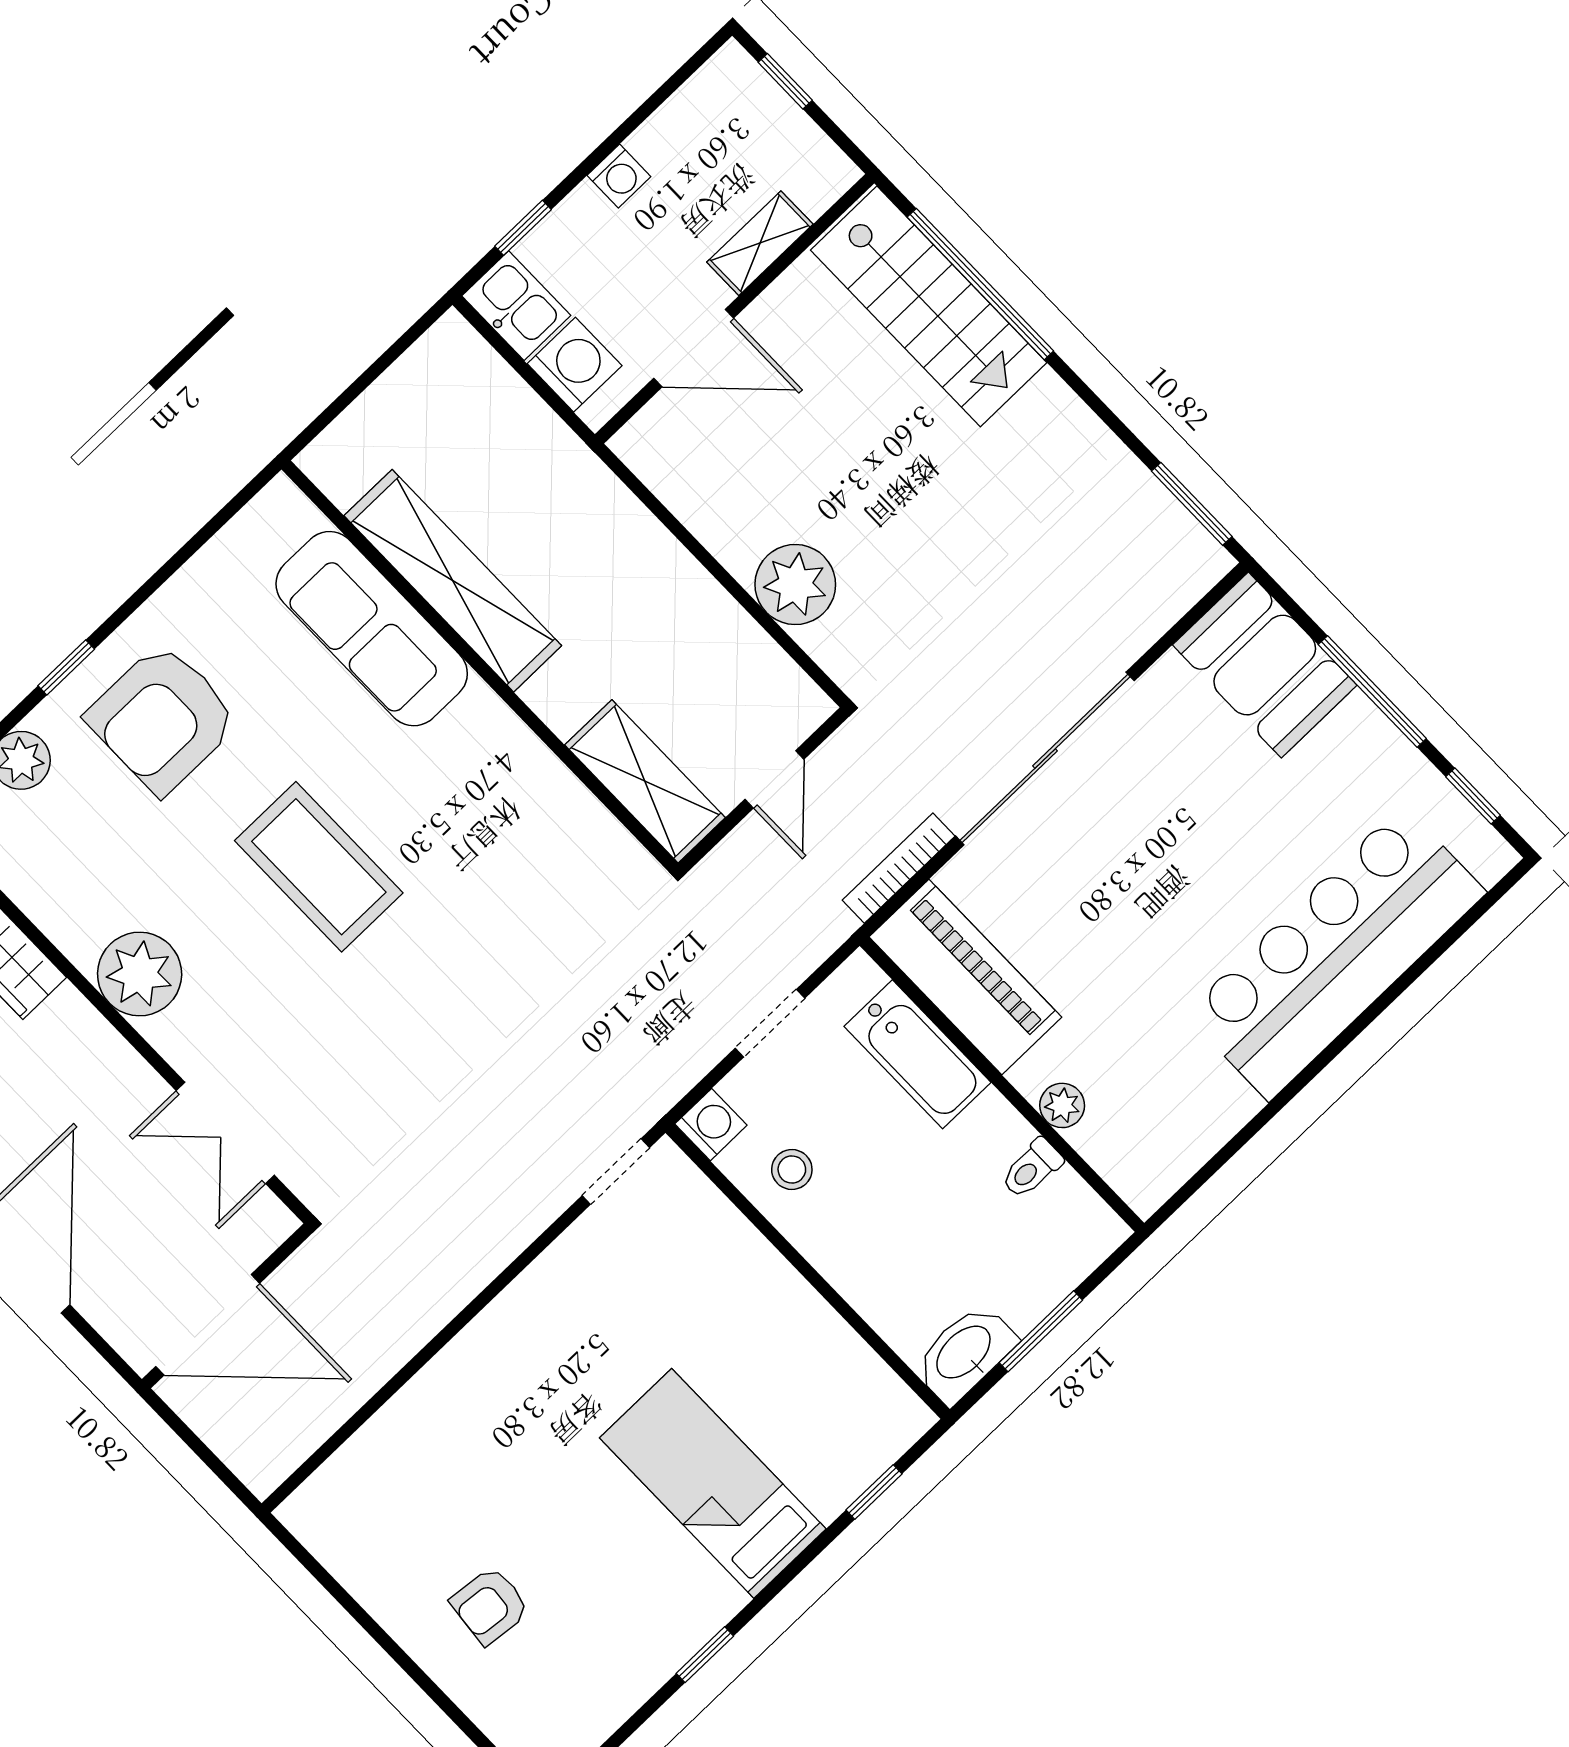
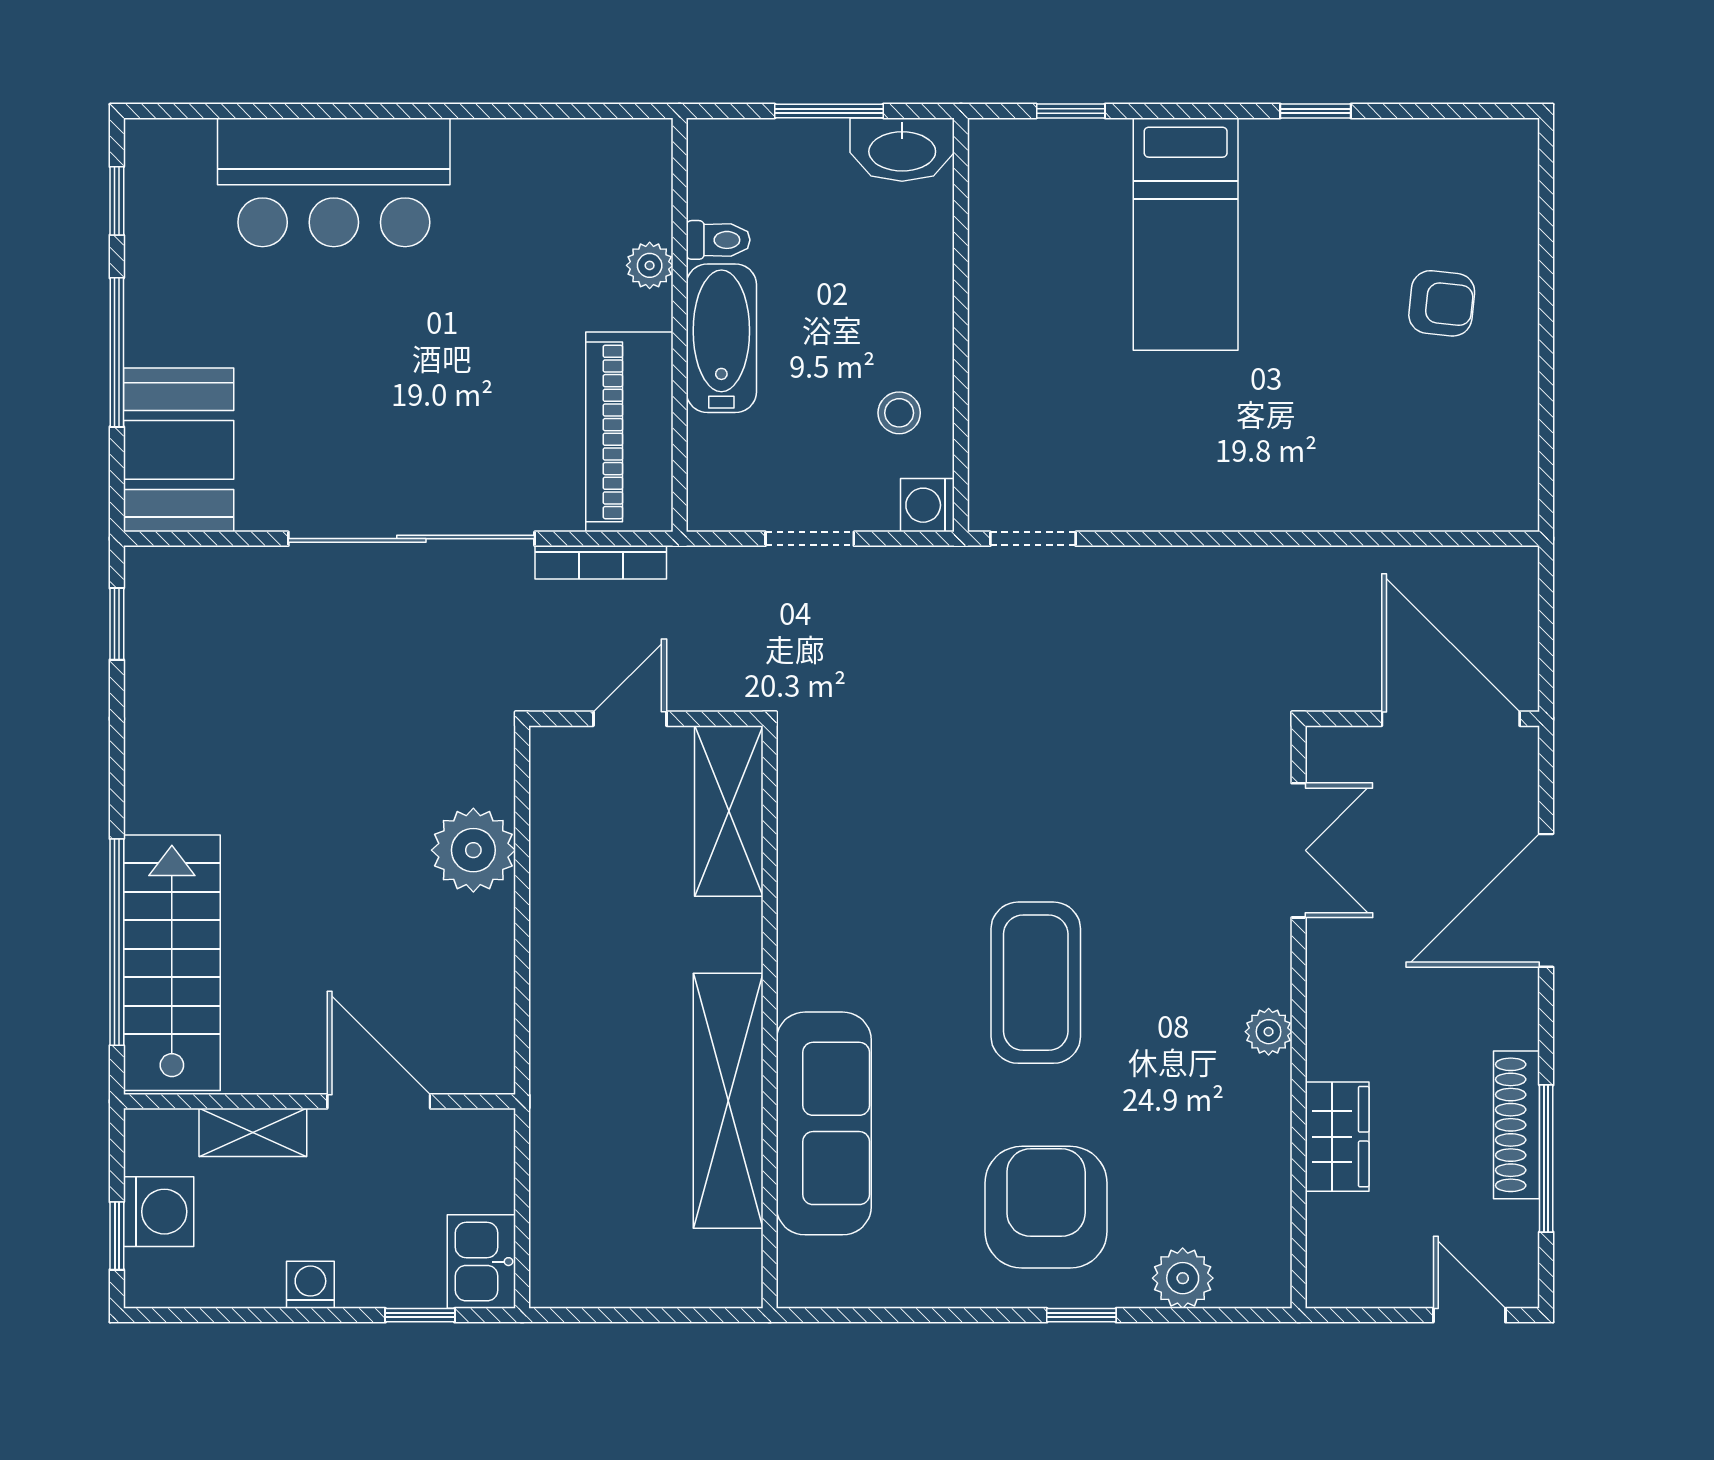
washing machine: (575, 365) -> (159, 1212), moved, turned 180
window: (1192, 504) -> (117, 624), width x0.67
armchair: (163, 719) -> (1046, 1207), turned -90
bar counter: (1335, 953) -> (334, 182), width x0.73
plant: (140, 974) -> (1269, 1032), width x0.53, depth x0.53
bathtub: (917, 1054) -> (721, 338), moved

